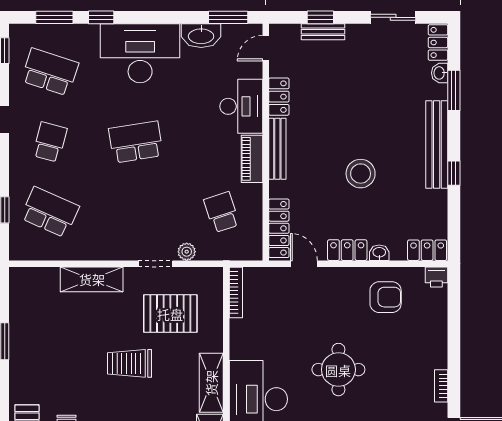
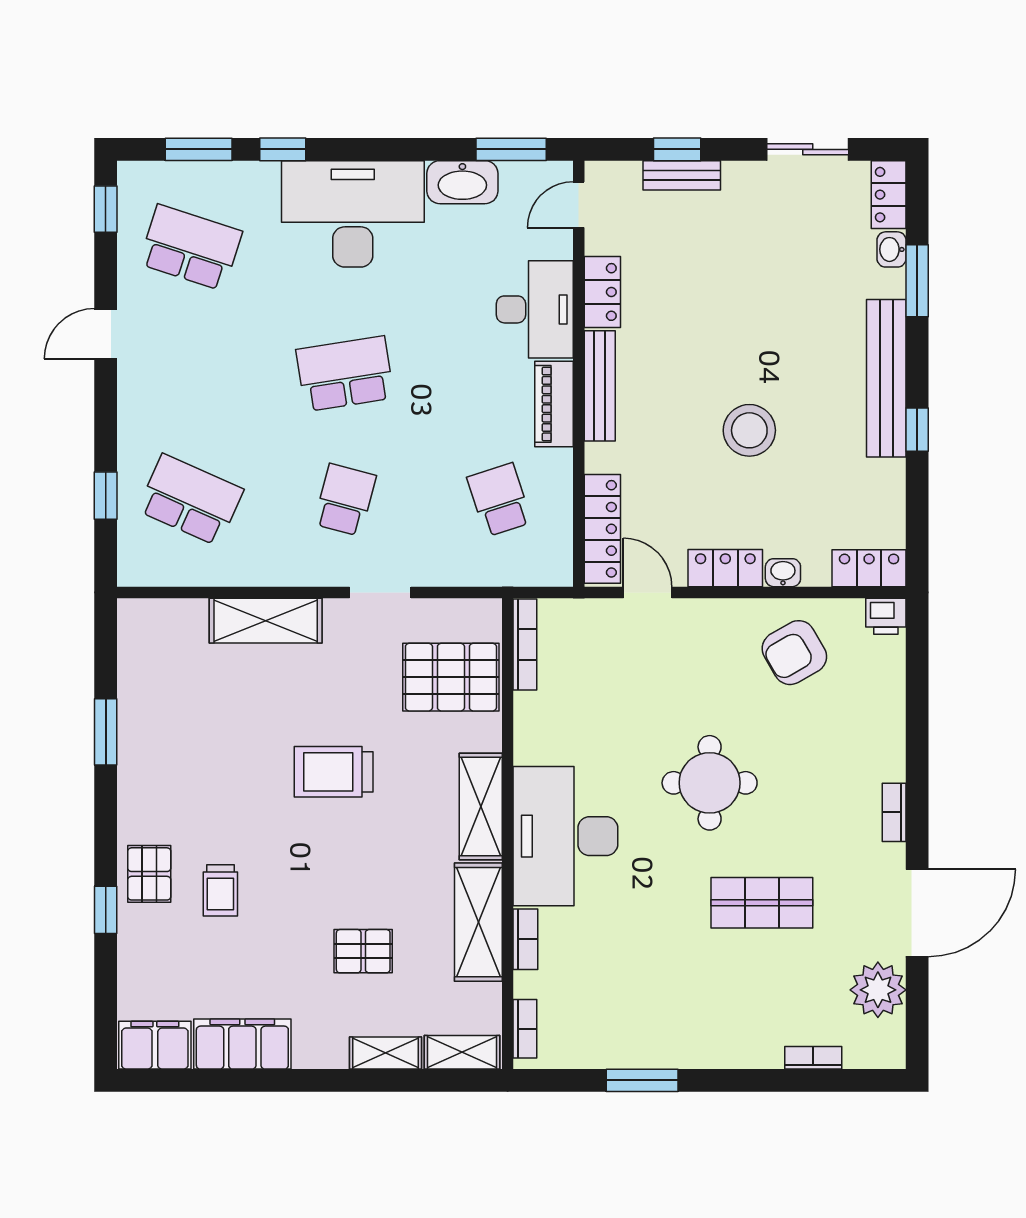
school desk: (50, 142) -> (345, 500), moved
plant: (187, 252) -> (437, 571), removed
armchair: (386, 297) -> (794, 653), turned 150
pallet: (170, 314) -> (451, 677), moved

